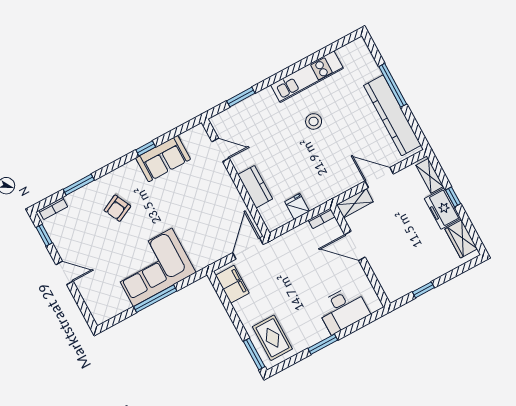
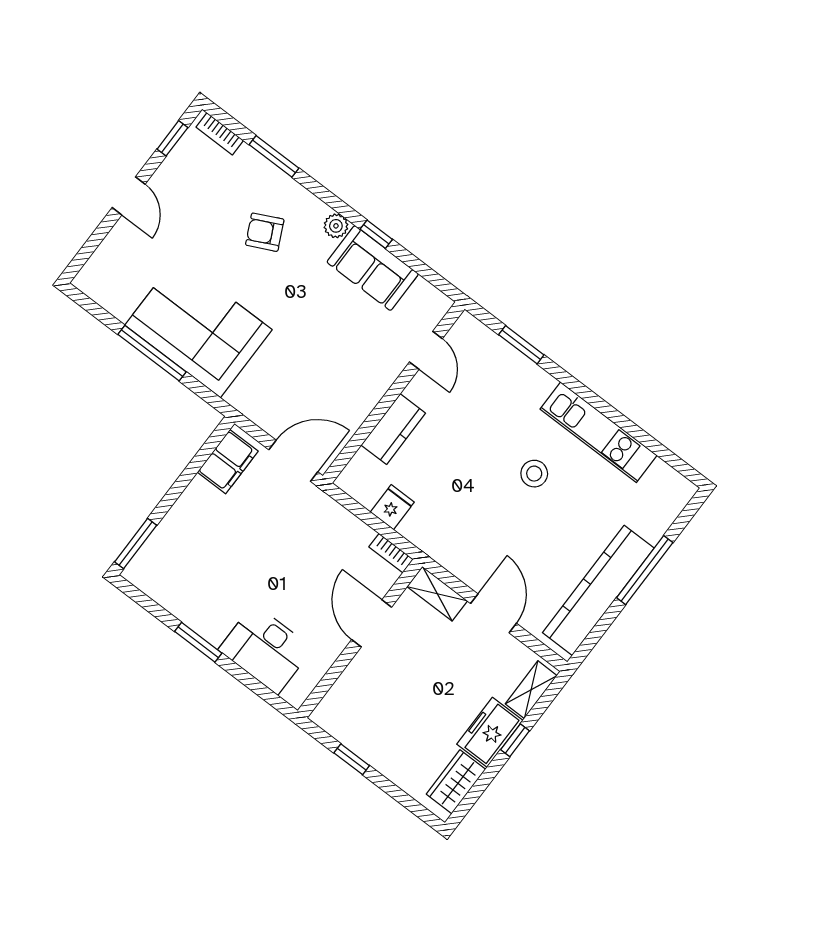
plant: (131, 168) -> (336, 226), added
rug: (272, 338) -> (173, 560), removed

